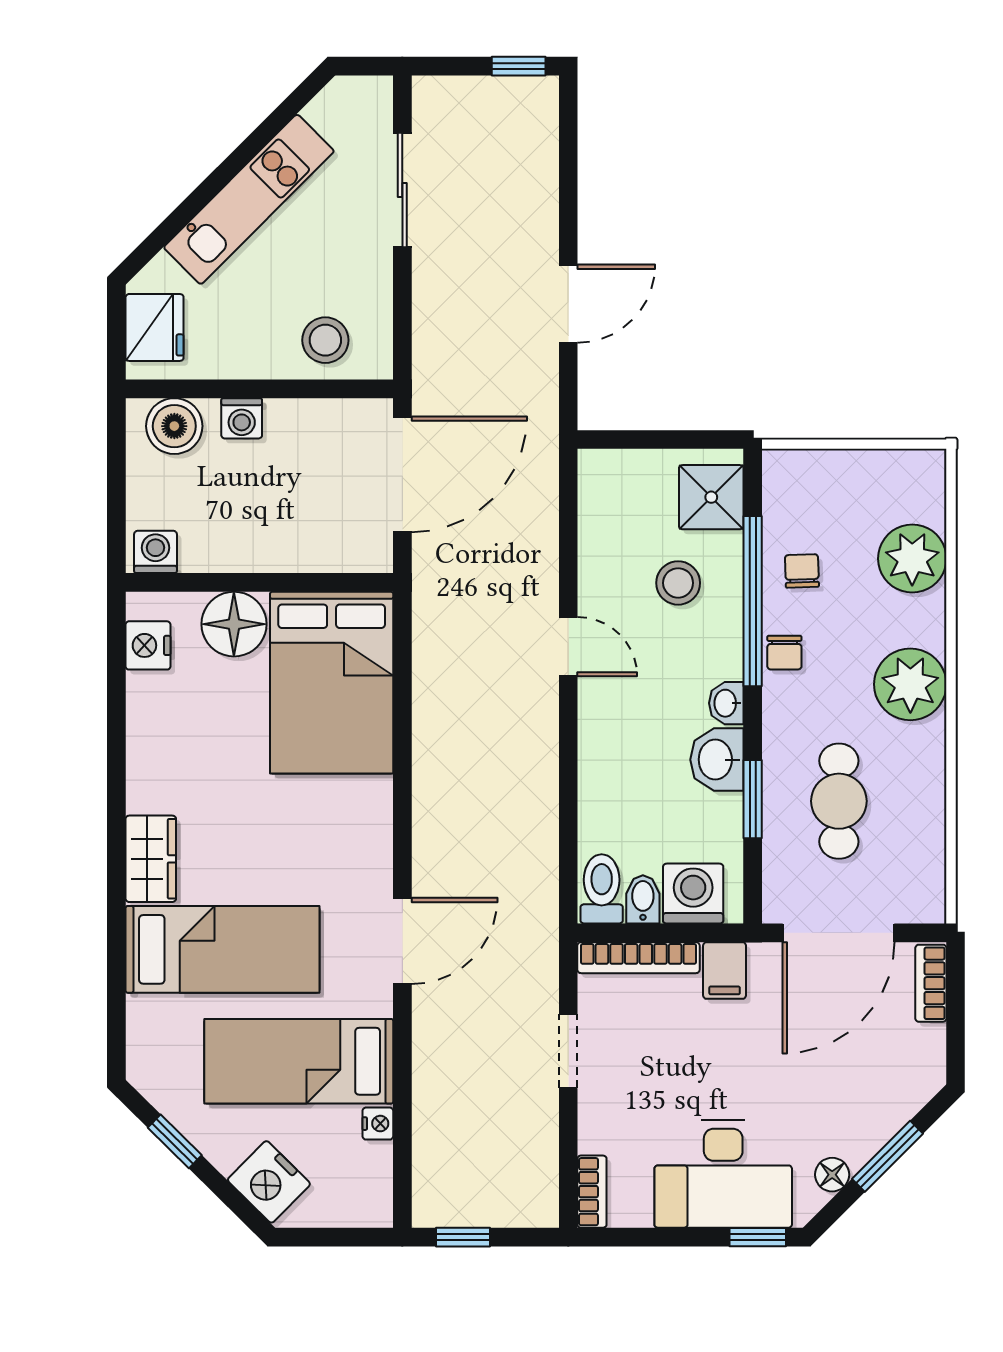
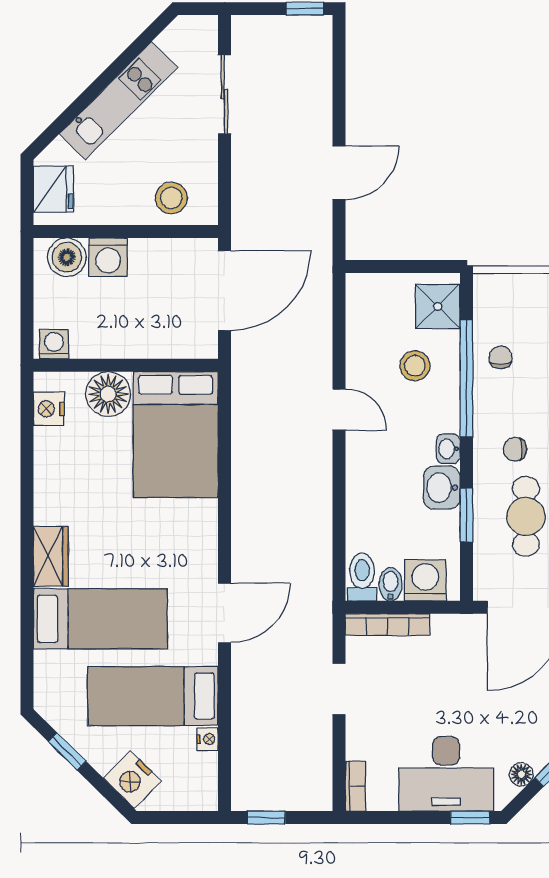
washing machine: (242, 418) -> (108, 257), width x1.38, depth x1.38
chair: (784, 653) -> (515, 449), moved, turned 90
filing cabinet: (725, 970) -> (447, 633), removed

